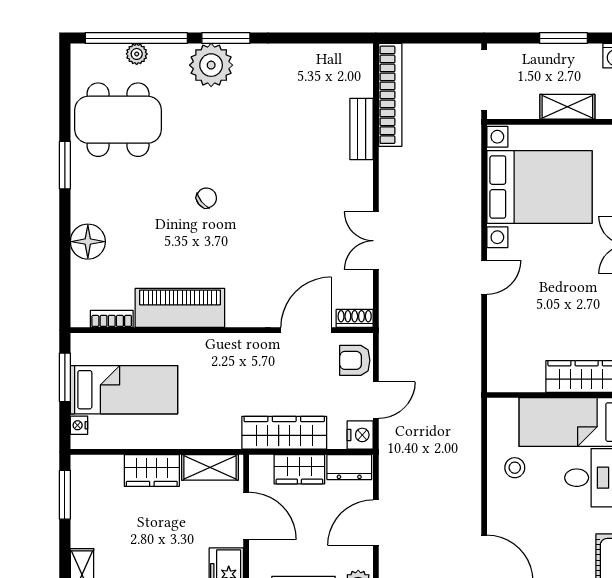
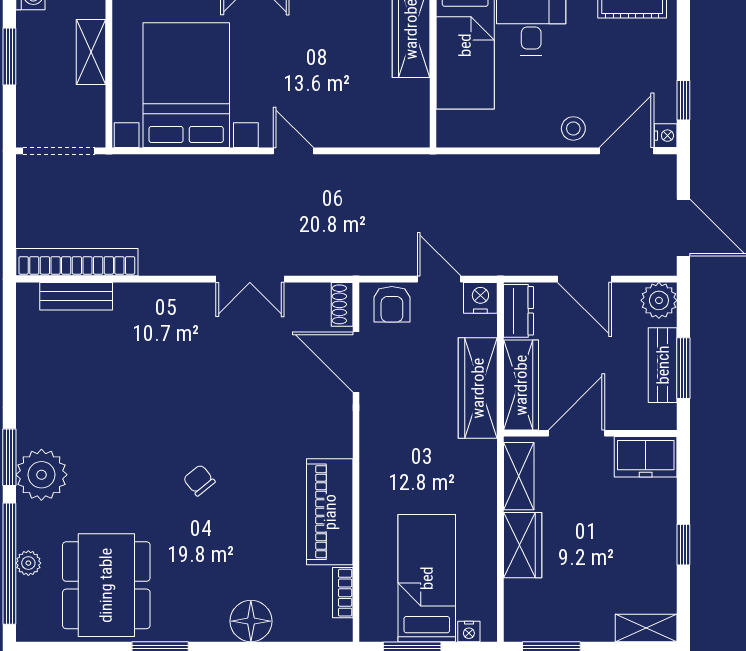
bench: (362, 129) -> (76, 296), moved
stool: (515, 468) -> (573, 128), moved
wardrobe: (299, 469) -> (521, 385), width x1.50

